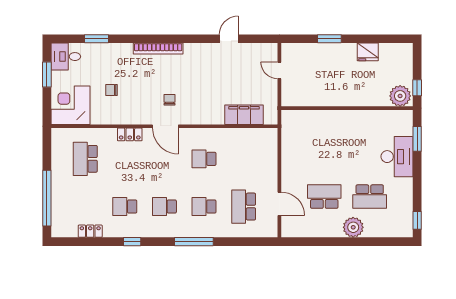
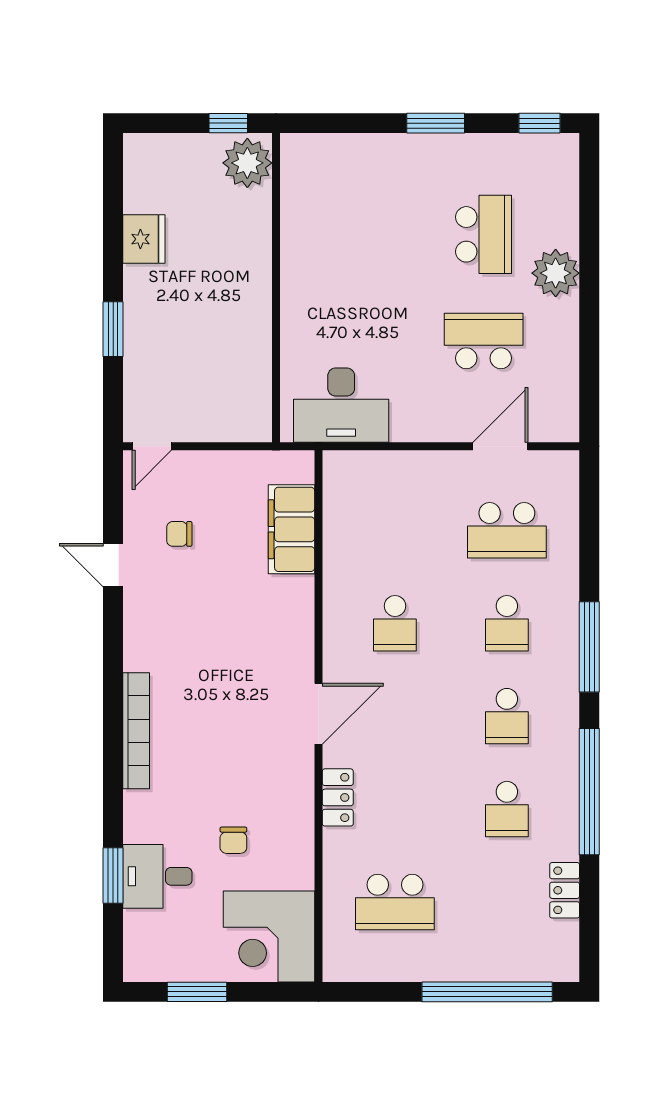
desk: (66, 57) -> (157, 876), moved, turned 90
door: (279, 70) -> (152, 446), moved
chair: (170, 100) -> (179, 534), moved
window: (417, 139) -> (436, 123), moved
desk: (397, 157) -> (341, 405), moved, turned 180
school desk: (324, 197) -> (484, 341), turned 90
window: (132, 242) -> (589, 792), width x3.17

